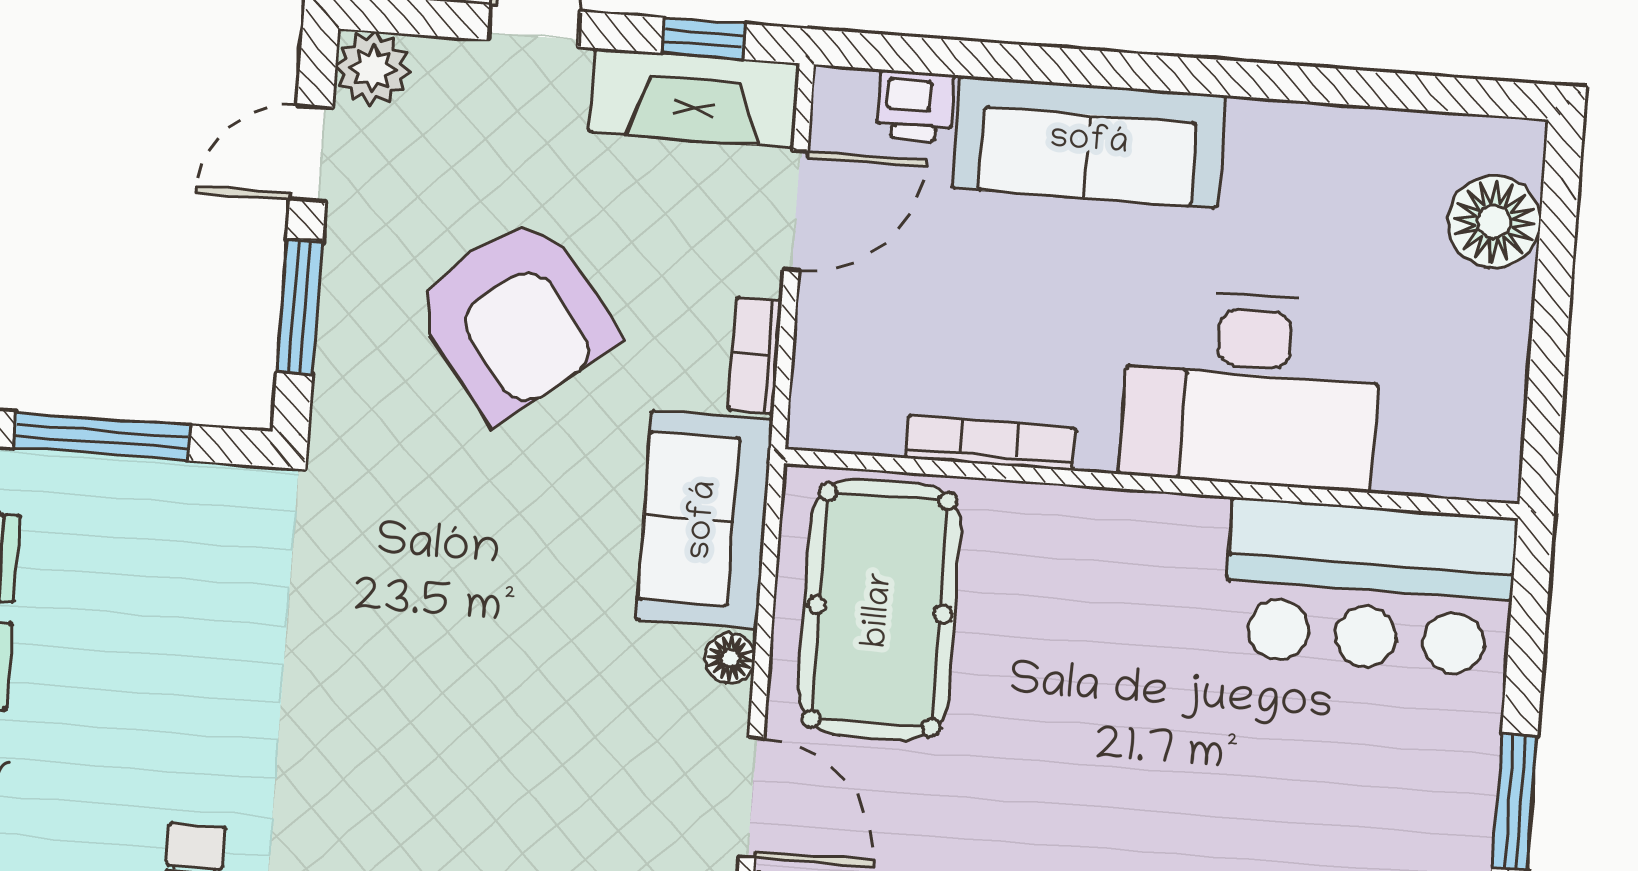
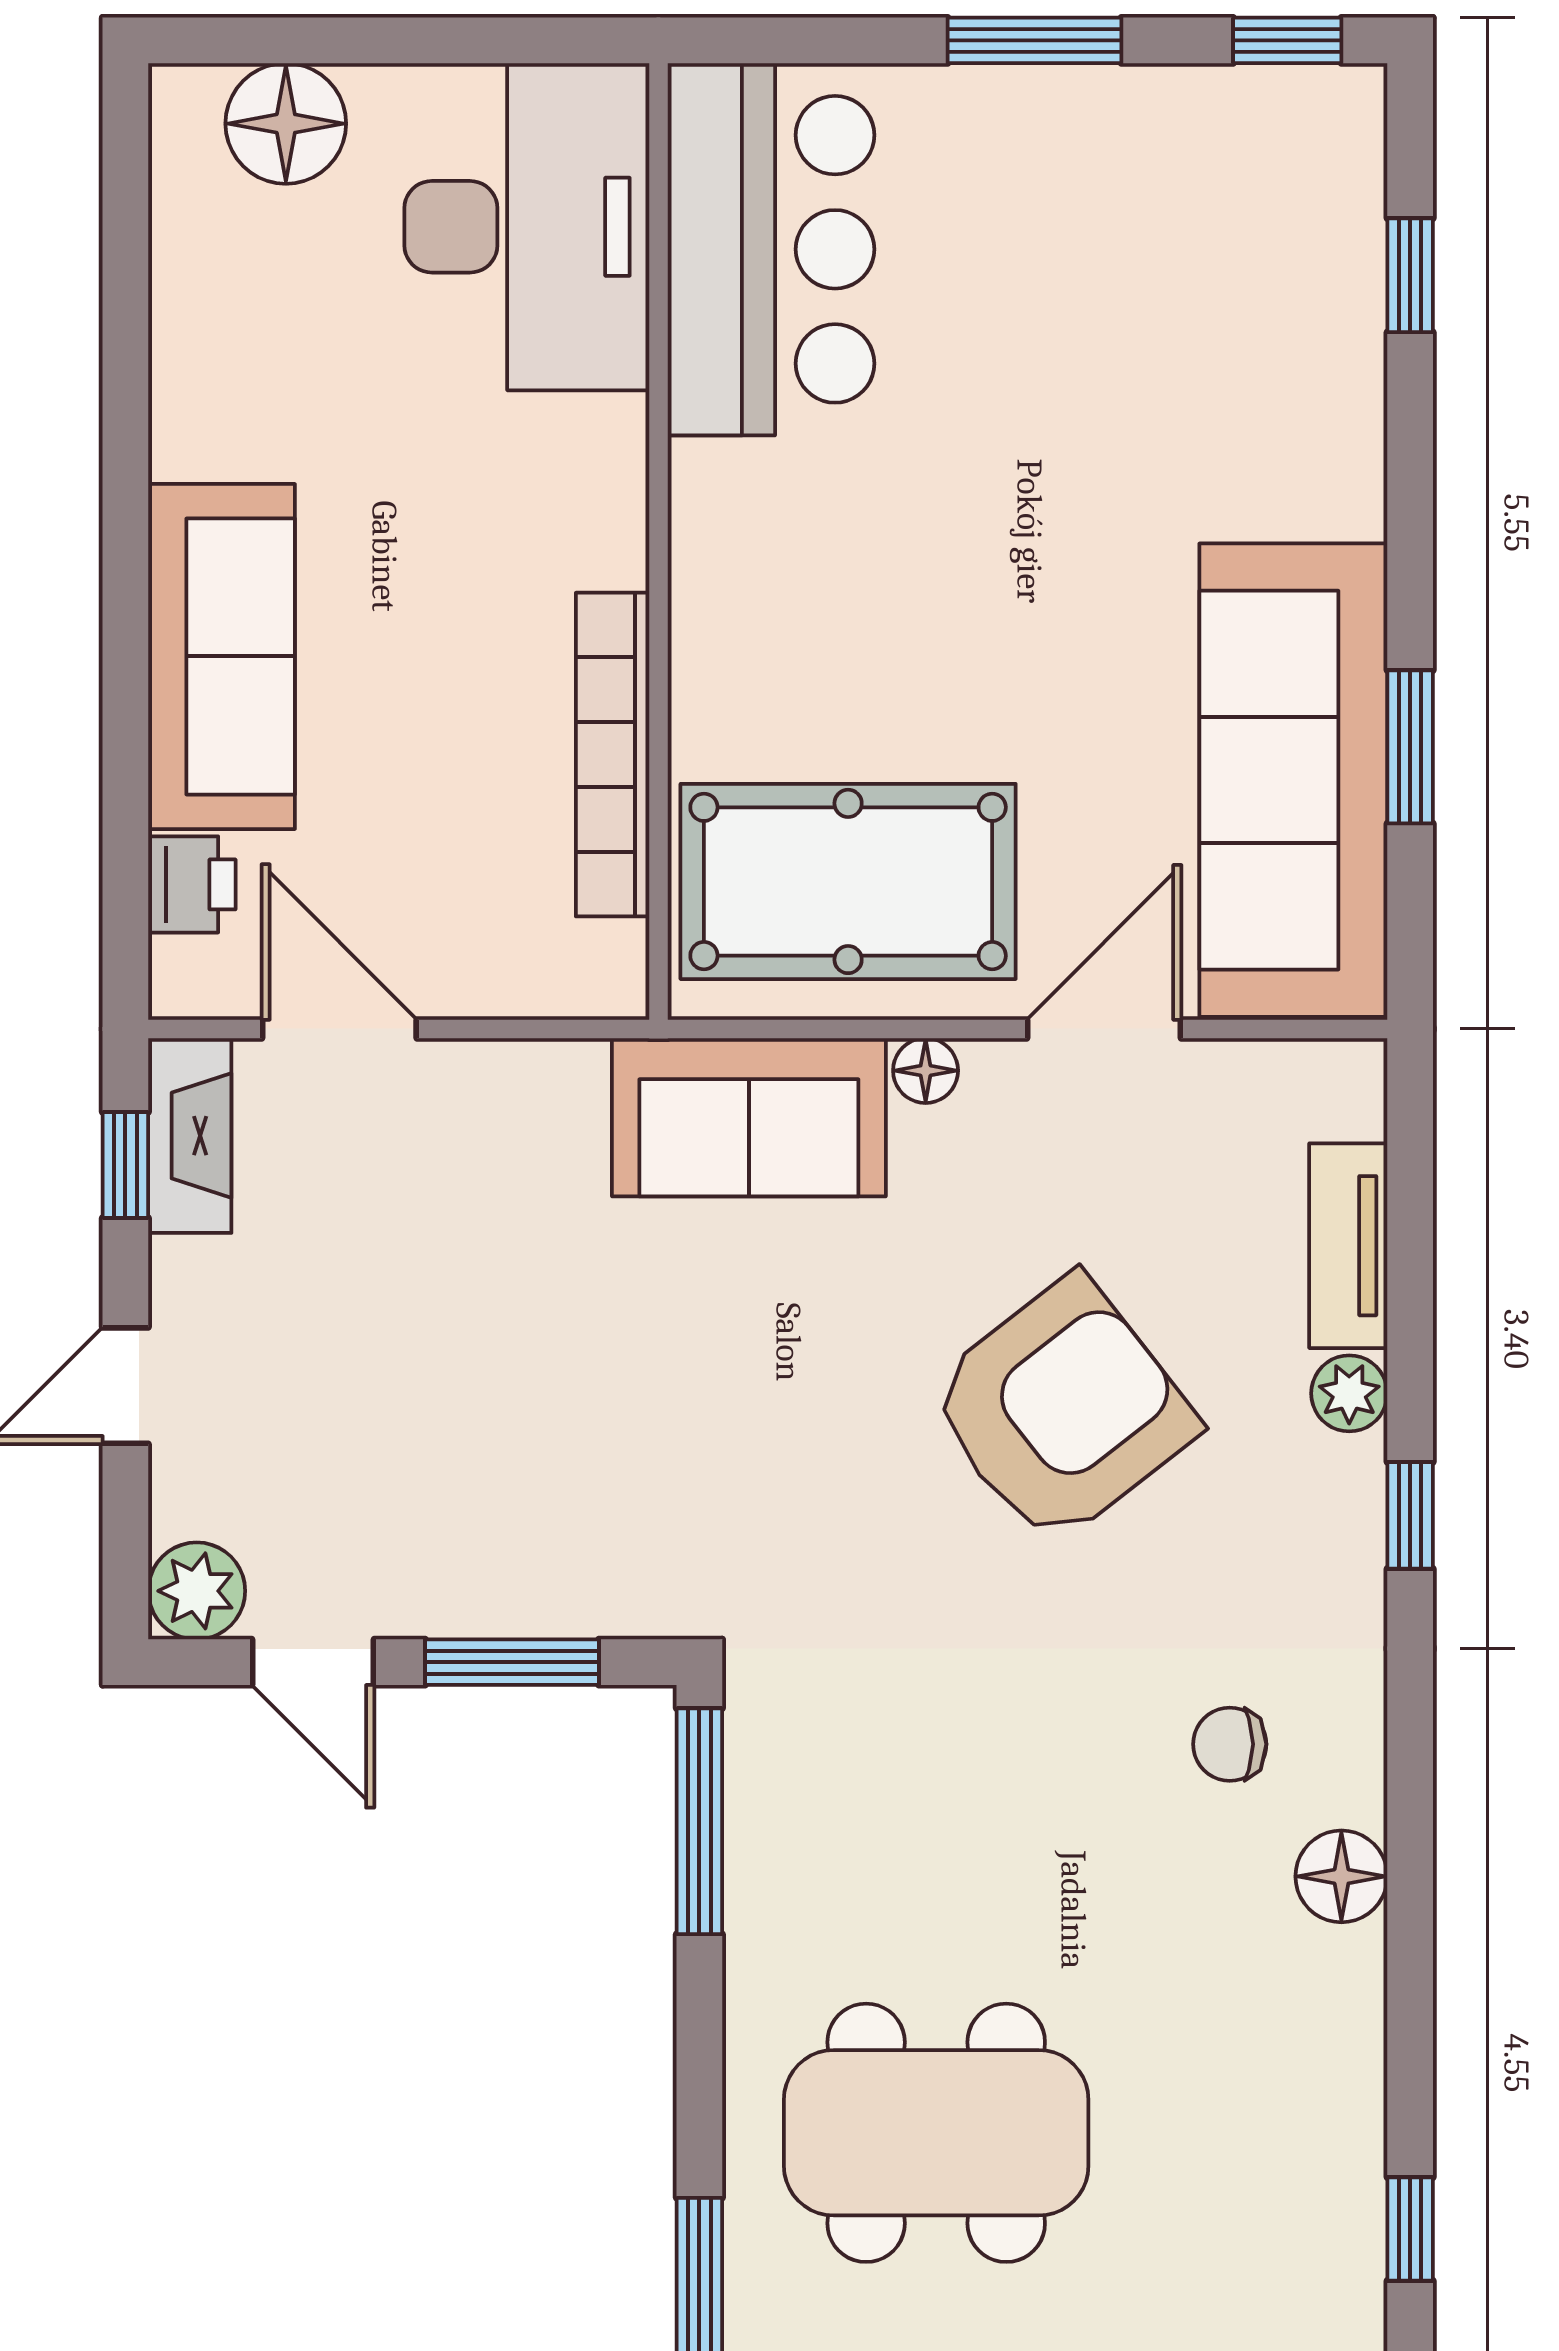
fireplace: (694, 98) -> (190, 1136), width x0.73, depth x0.76
armchair: (515, 318) -> (1062, 1411), moved
bookcase: (755, 355) -> (530, 1068), removed
desk: (1251, 390) -> (527, 227), moved
window: (101, 436) -> (699, 1821), moved
bookcase: (990, 443) -> (613, 755), width x1.48, depth x1.31

